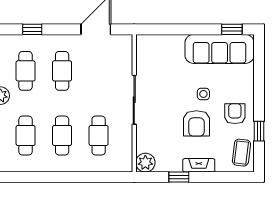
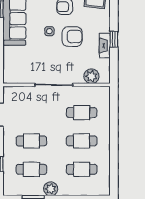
plant: (145, 163) -> (91, 76), moved
fireplace: (199, 165) -> (105, 46), moved
window: (179, 177) -> (114, 39), moved

